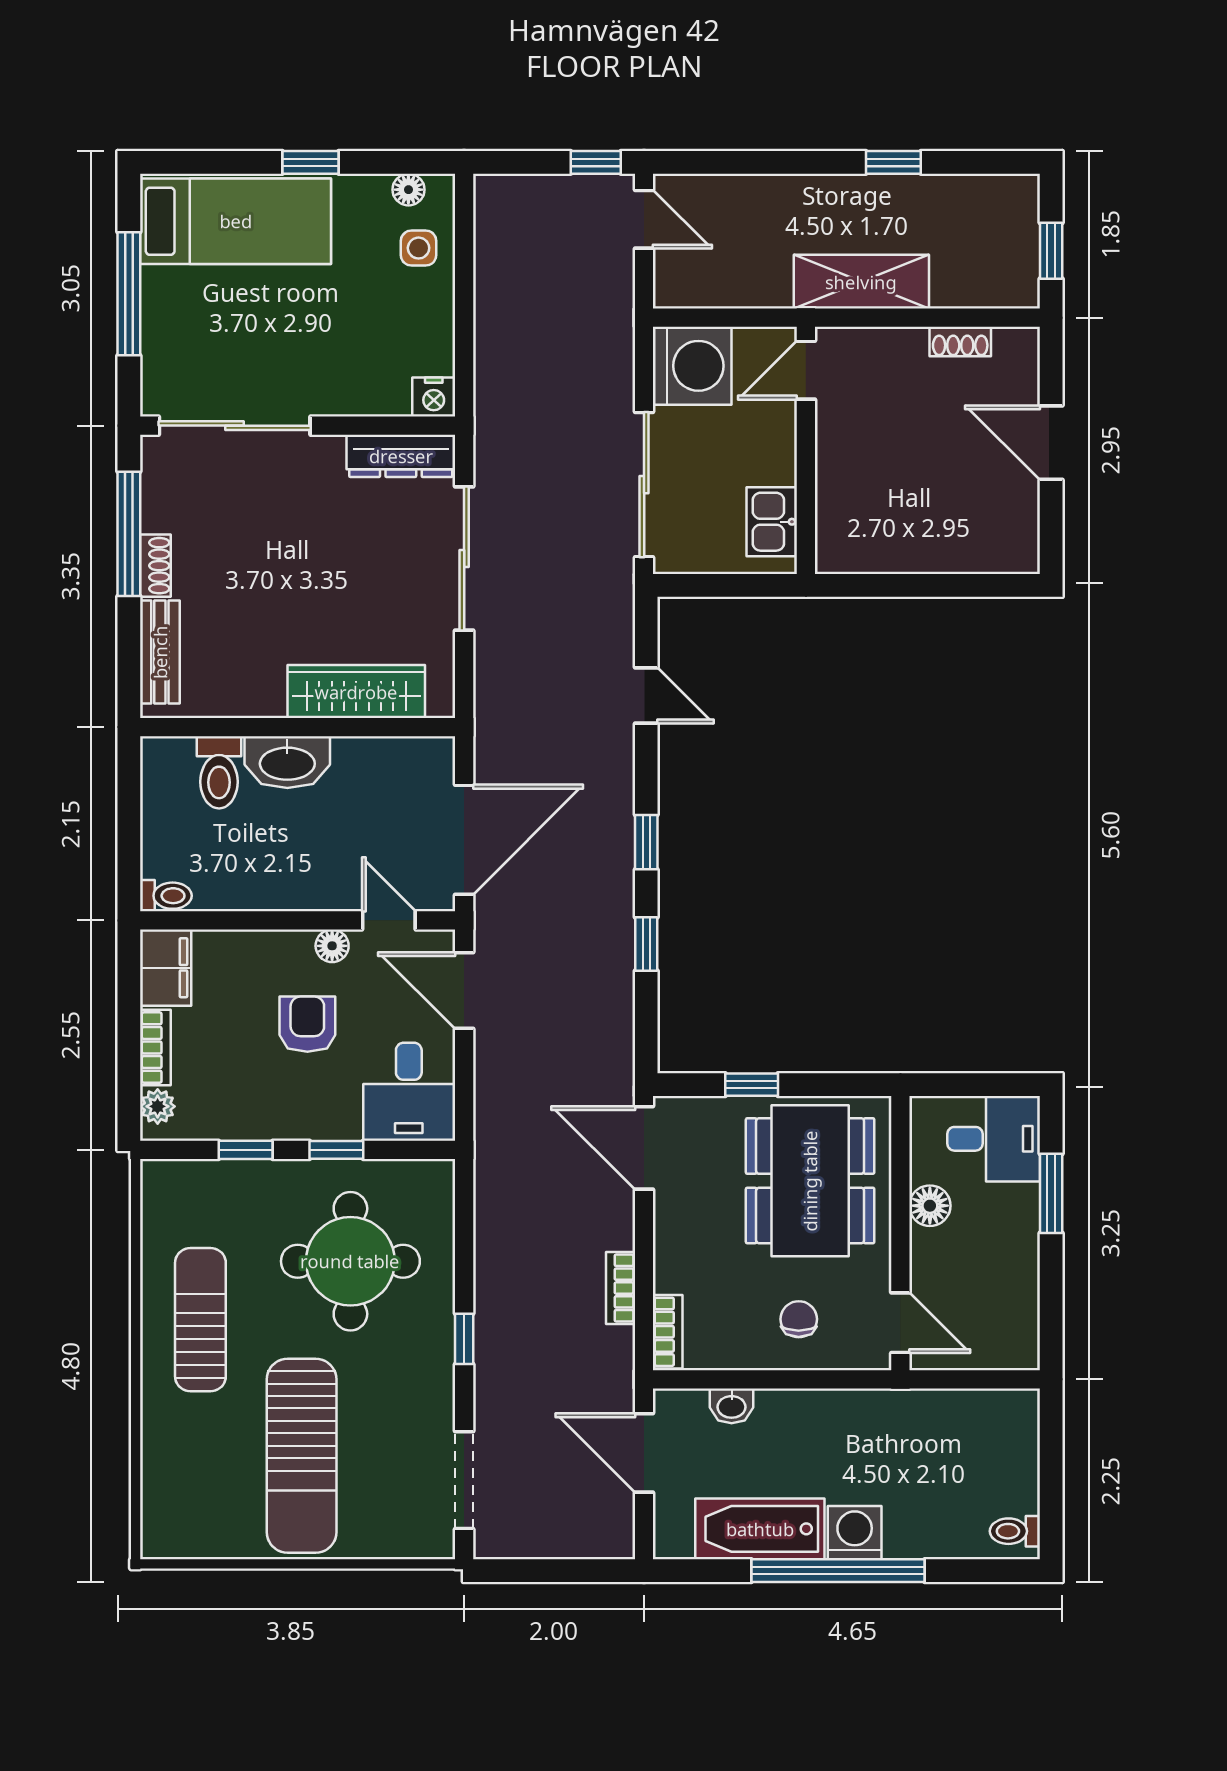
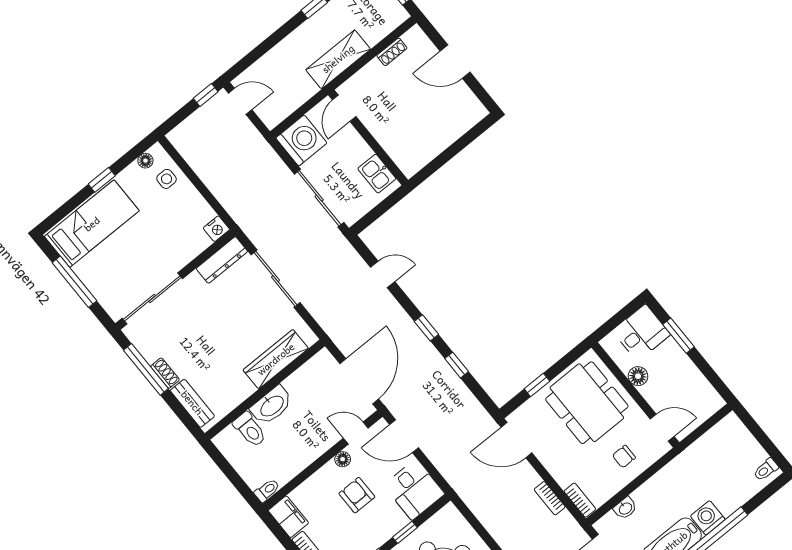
chair: (799, 1319) -> (624, 457), turned -90

